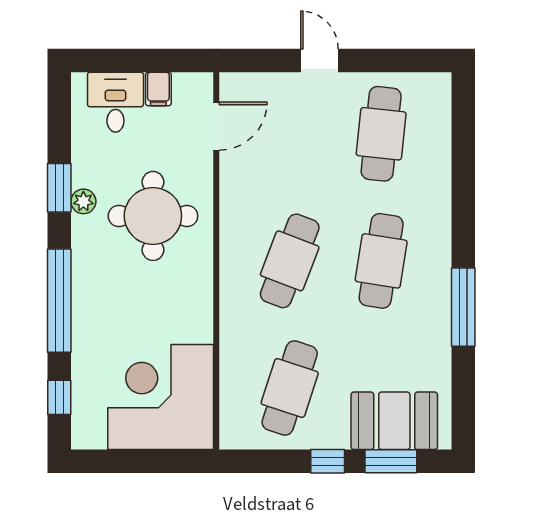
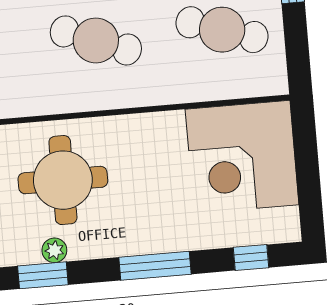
window: (59, 301) -> (155, 266), width x0.68

